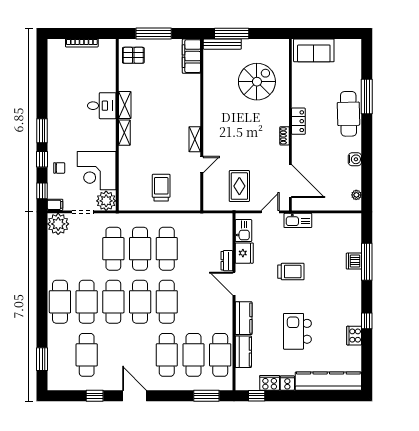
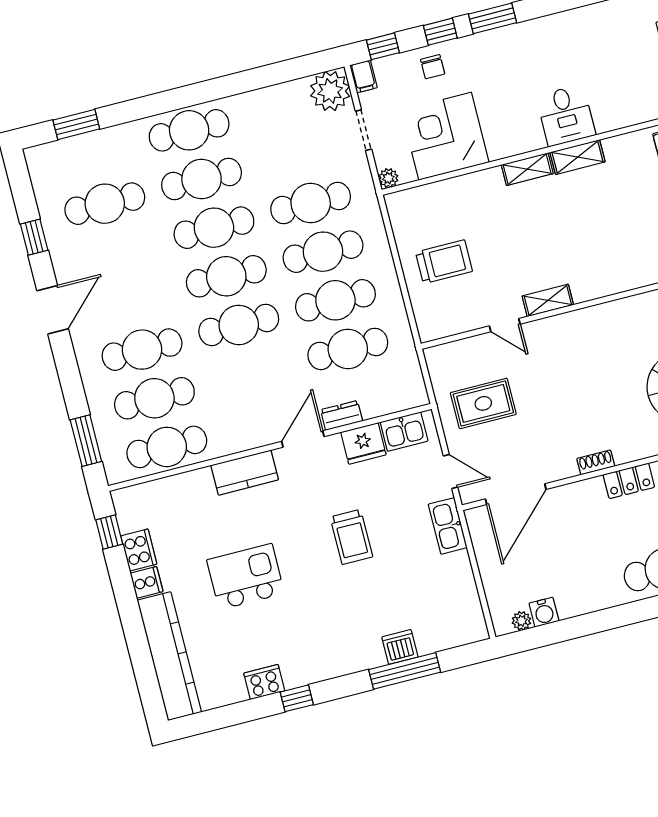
water cooler: (355, 159) -> (544, 612), moved
plant: (106, 201) -> (388, 178), width x0.53, depth x0.53
cafe table: (193, 249) -> (348, 349), added
kitchen counter: (243, 352) -> (183, 488), removed

